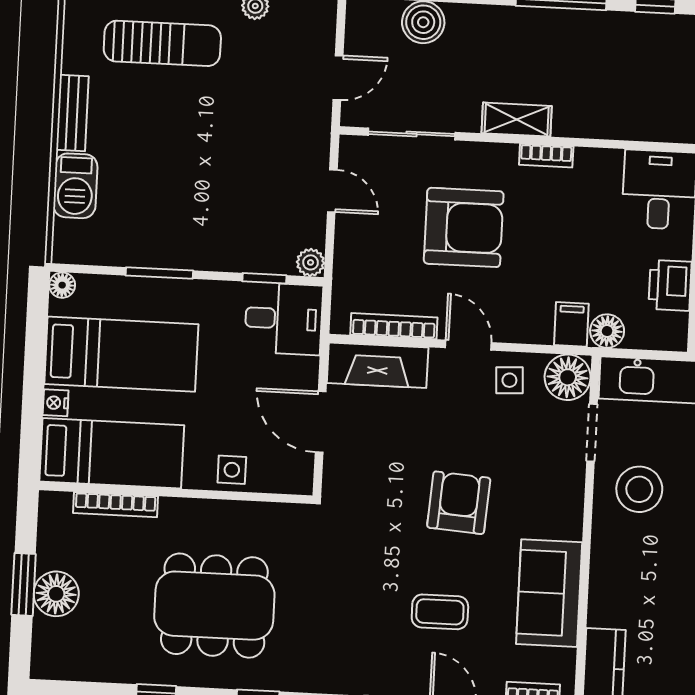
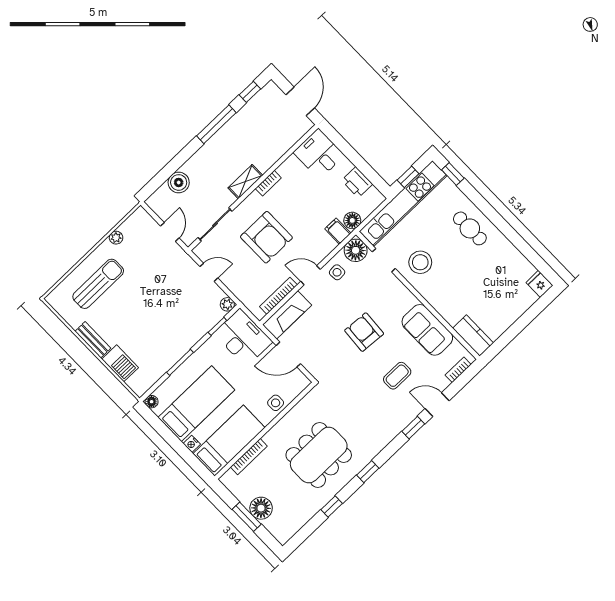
armchair: (464, 227) -> (266, 237), turned 90
desk: (284, 319) -> (243, 338), width x1.37

